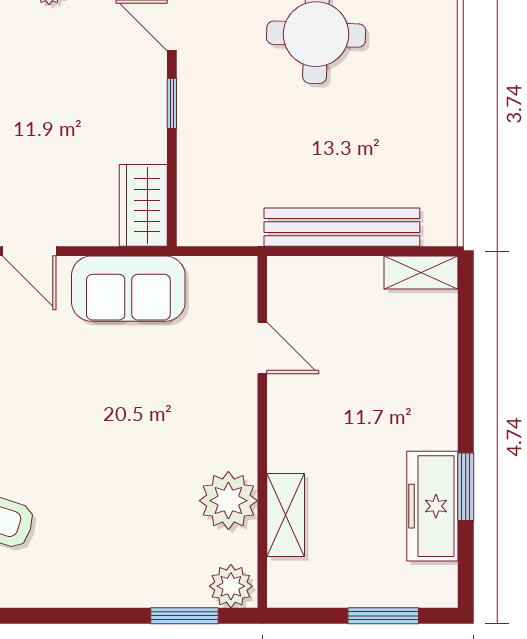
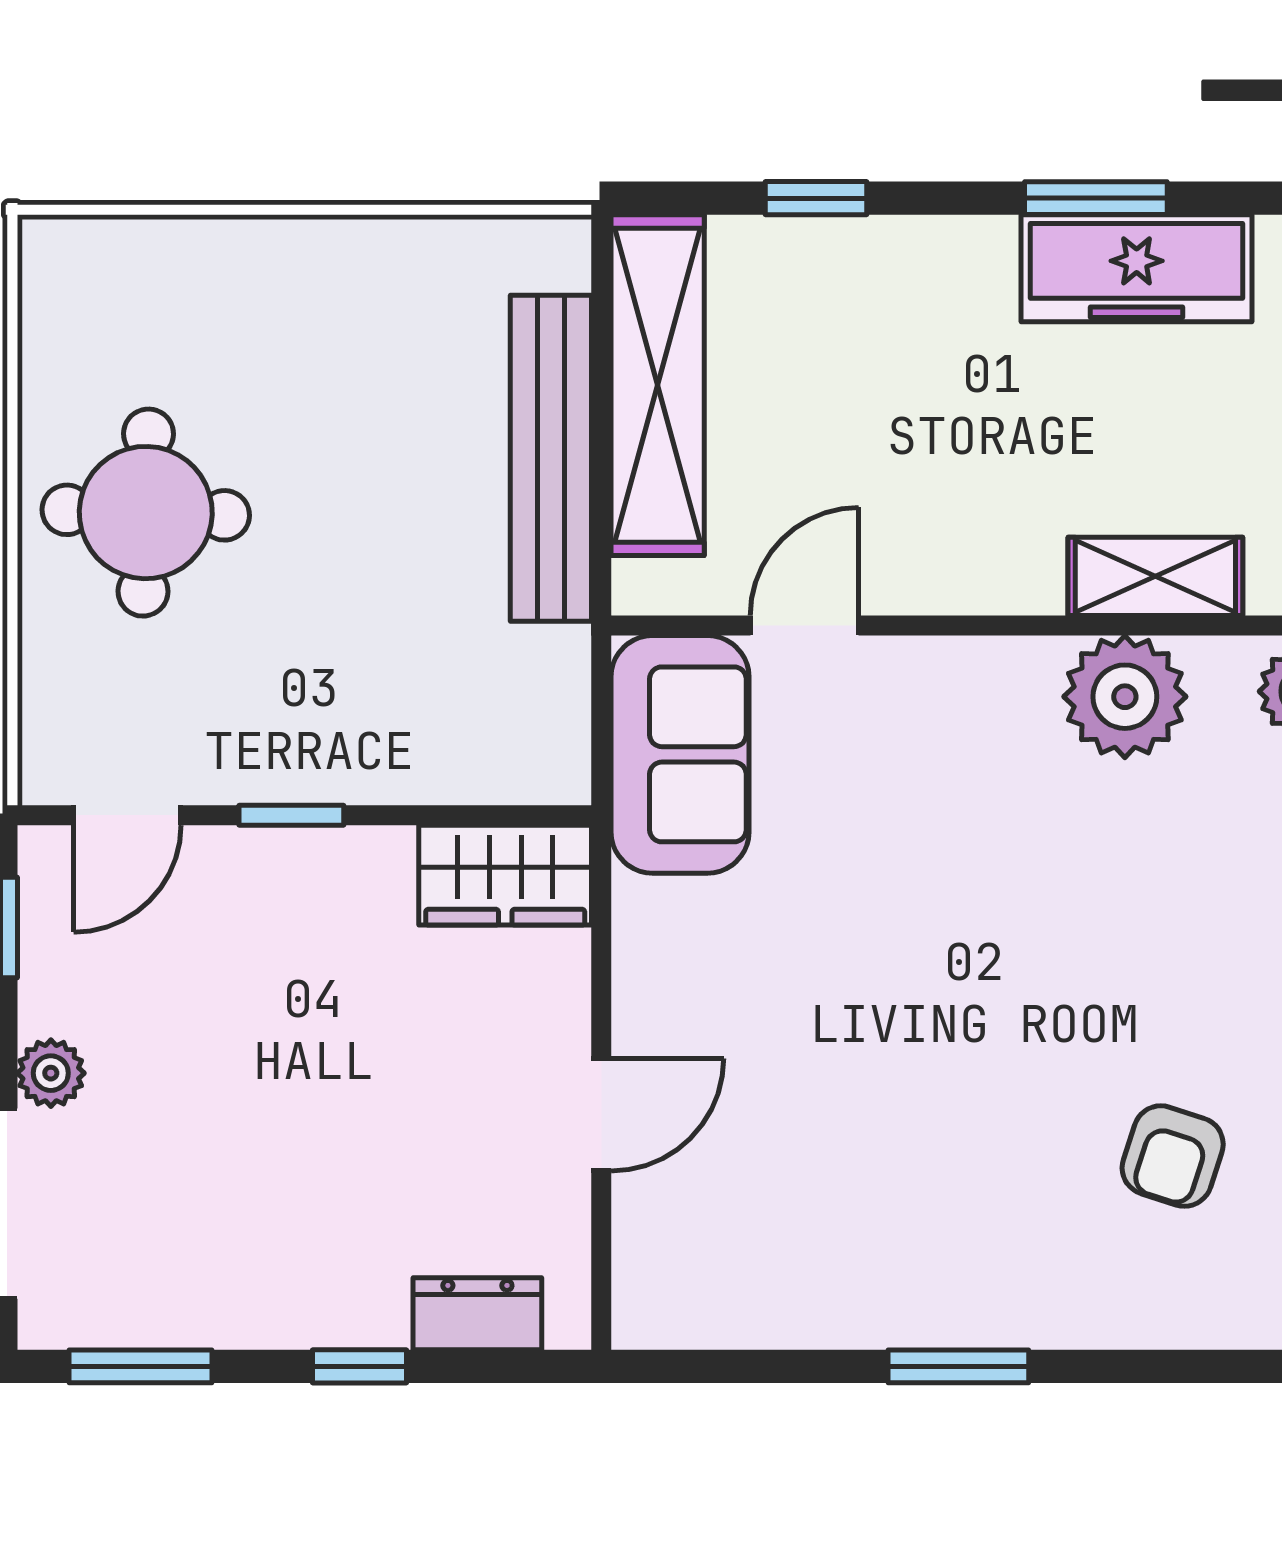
shelving: (421, 272) -> (658, 385), width x2.20, depth x1.33
sofa: (128, 289) -> (680, 754), moved
window: (466, 353) -> (816, 198), added

